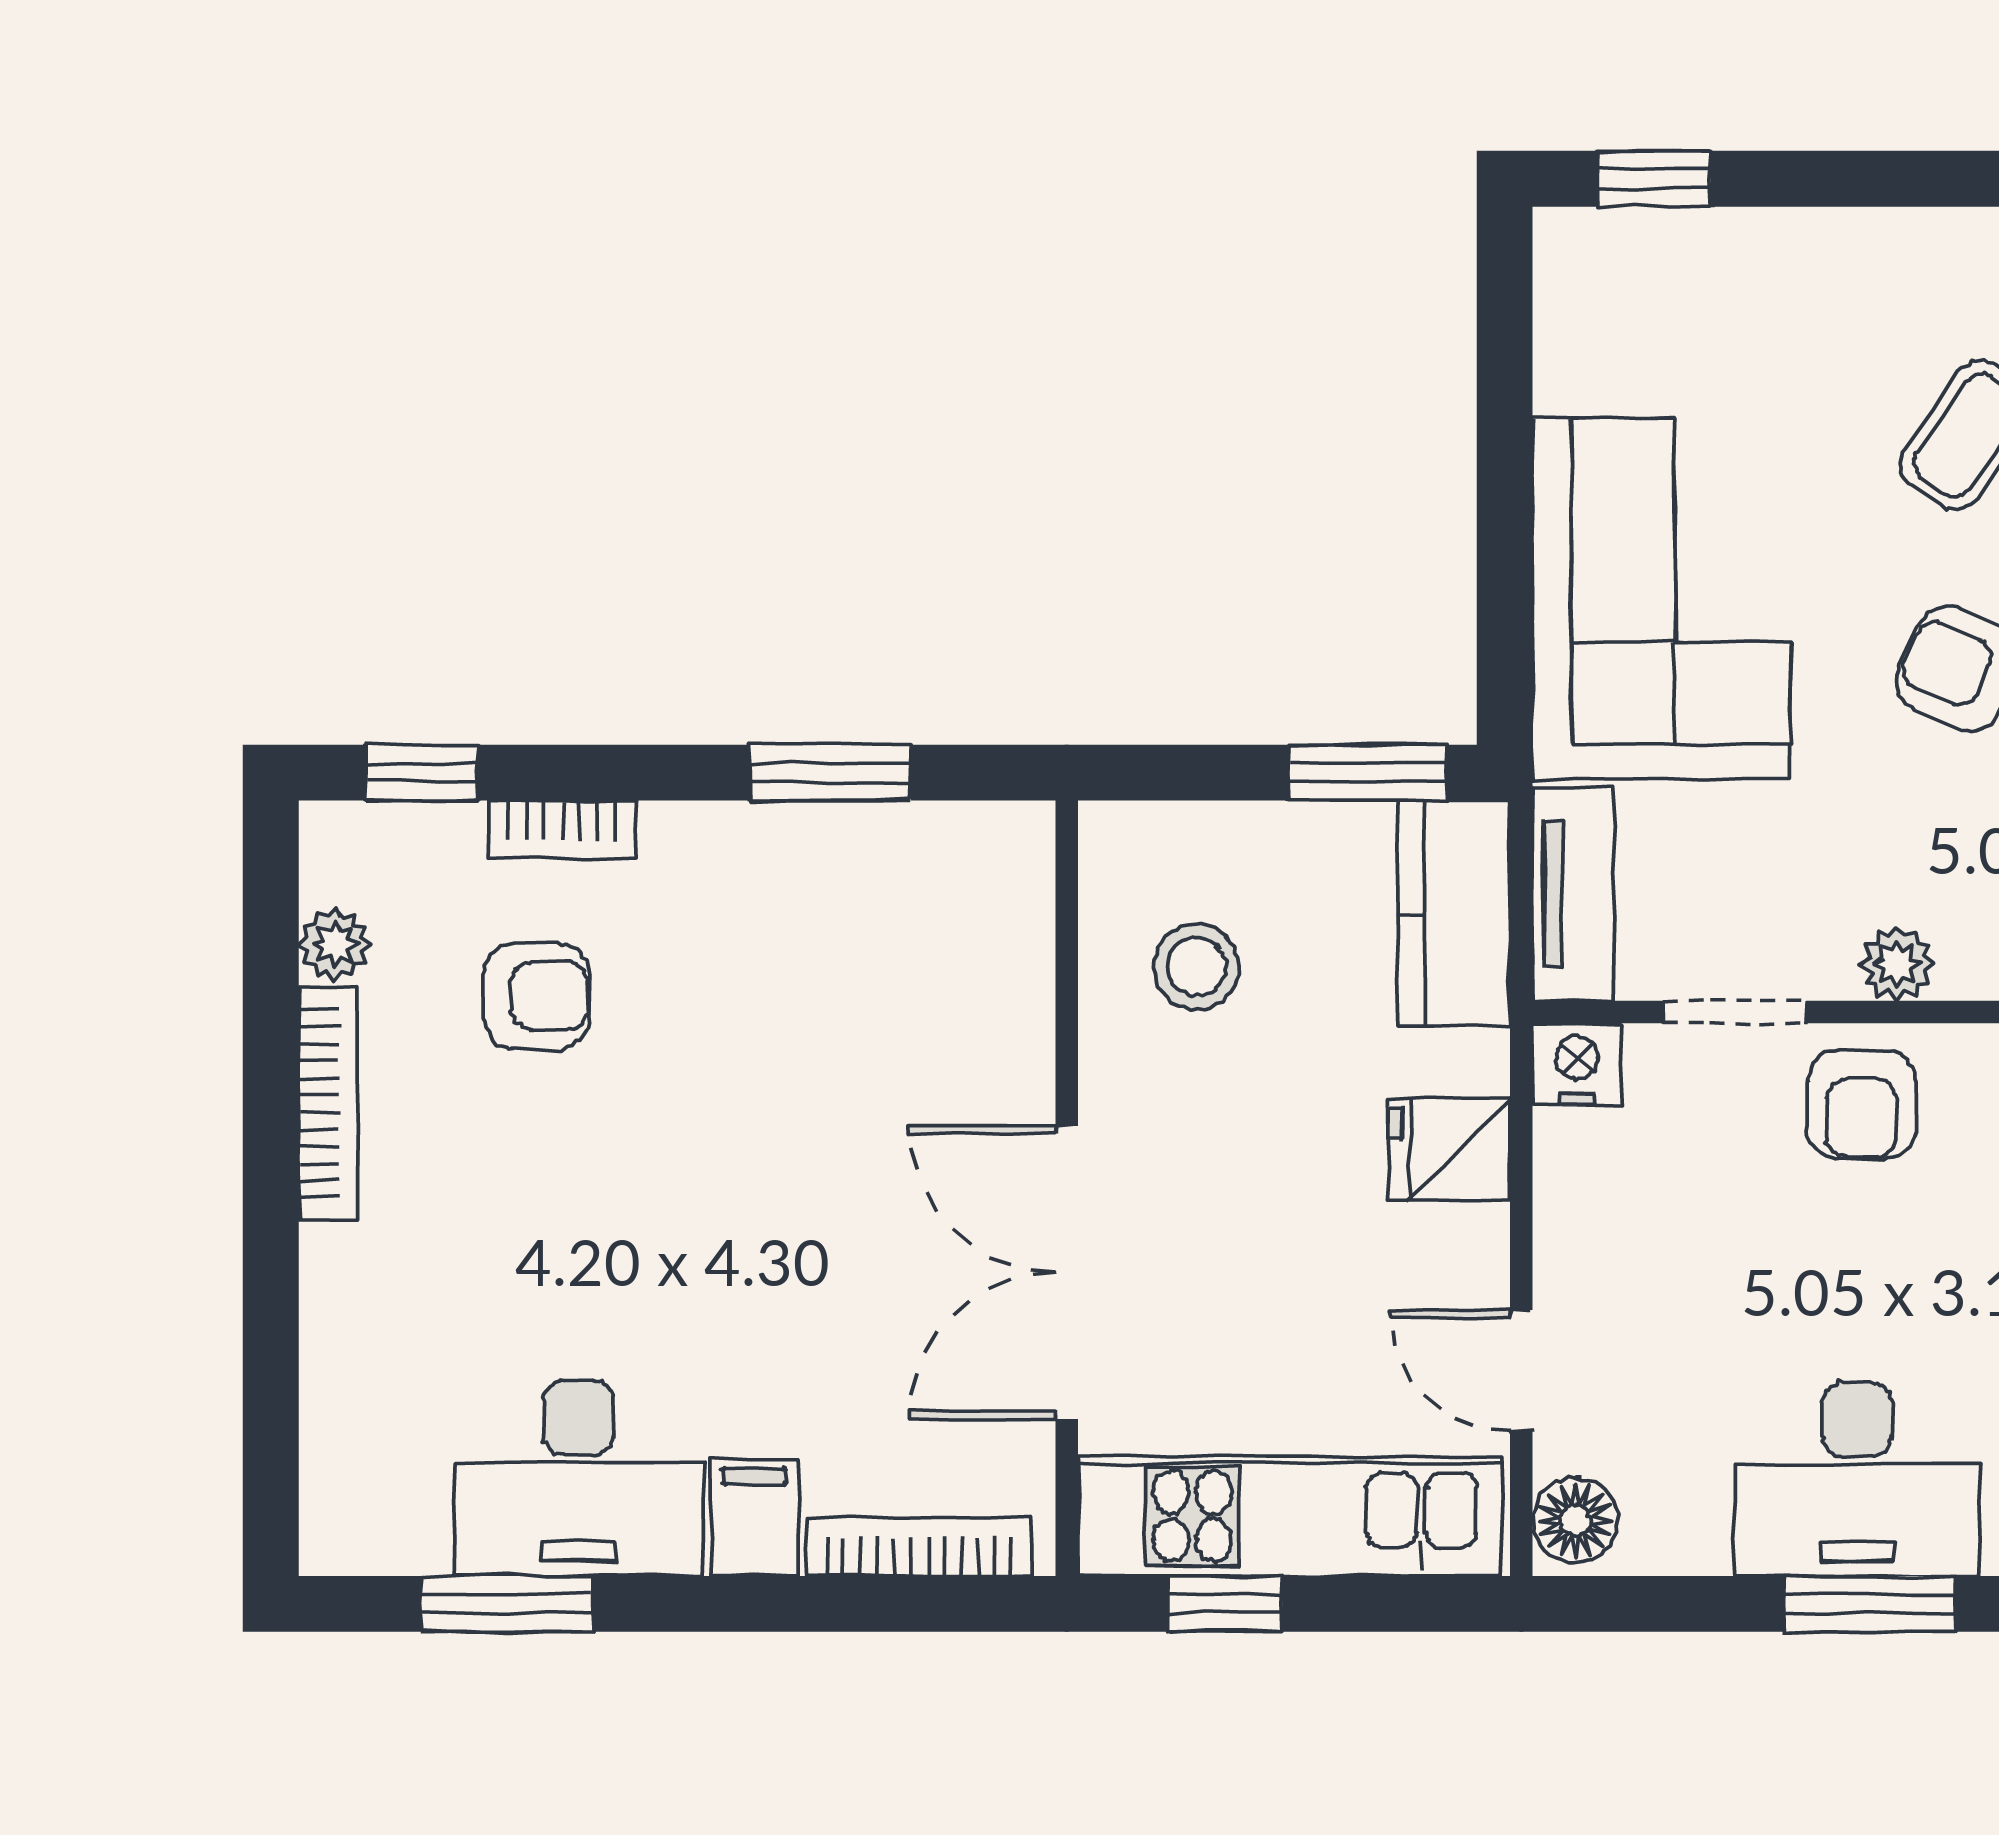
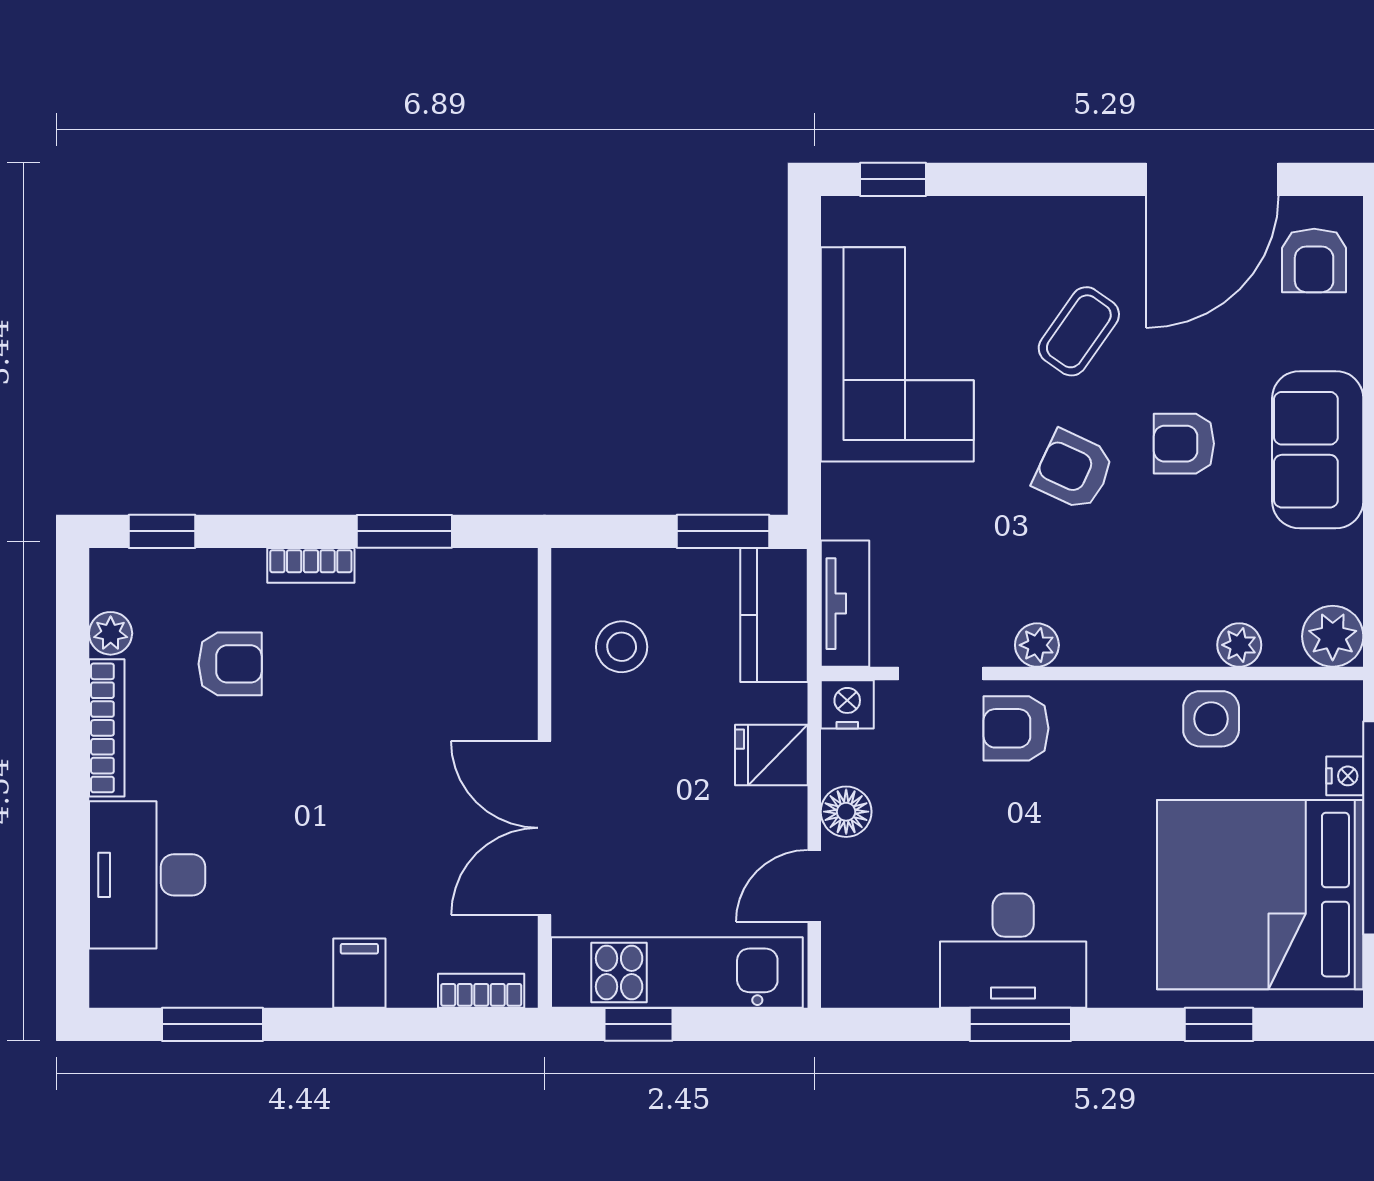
corner sofa: (1661, 599) -> (897, 354), moved
bookcase: (562, 830) -> (311, 565), moved
armchair: (1862, 1104) -> (1016, 728), turned 90
door: (1521, 1370) -> (814, 886), hinge flipped
desk: (579, 1478) -> (147, 875), moved, turned 90
floor lamp: (1575, 1520) -> (846, 812), moved
bookcase: (919, 1547) -> (481, 991), width x0.64

